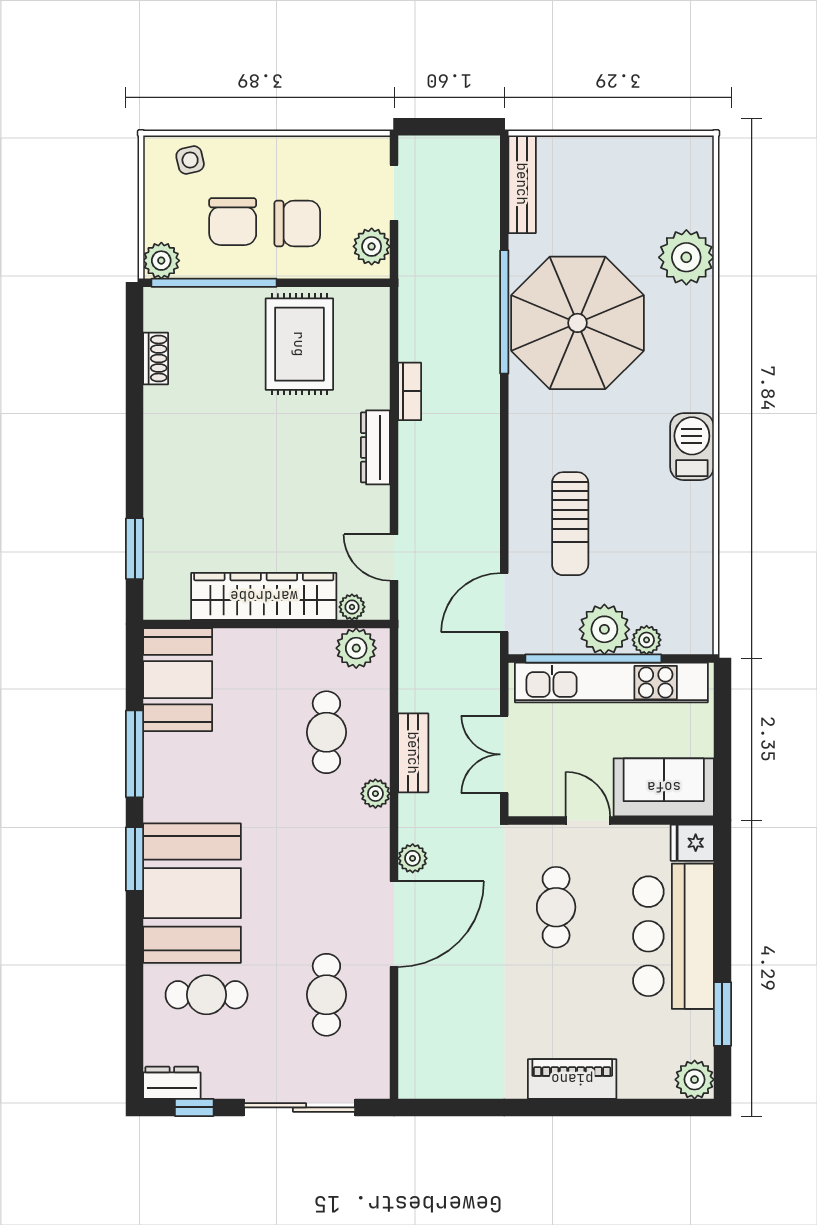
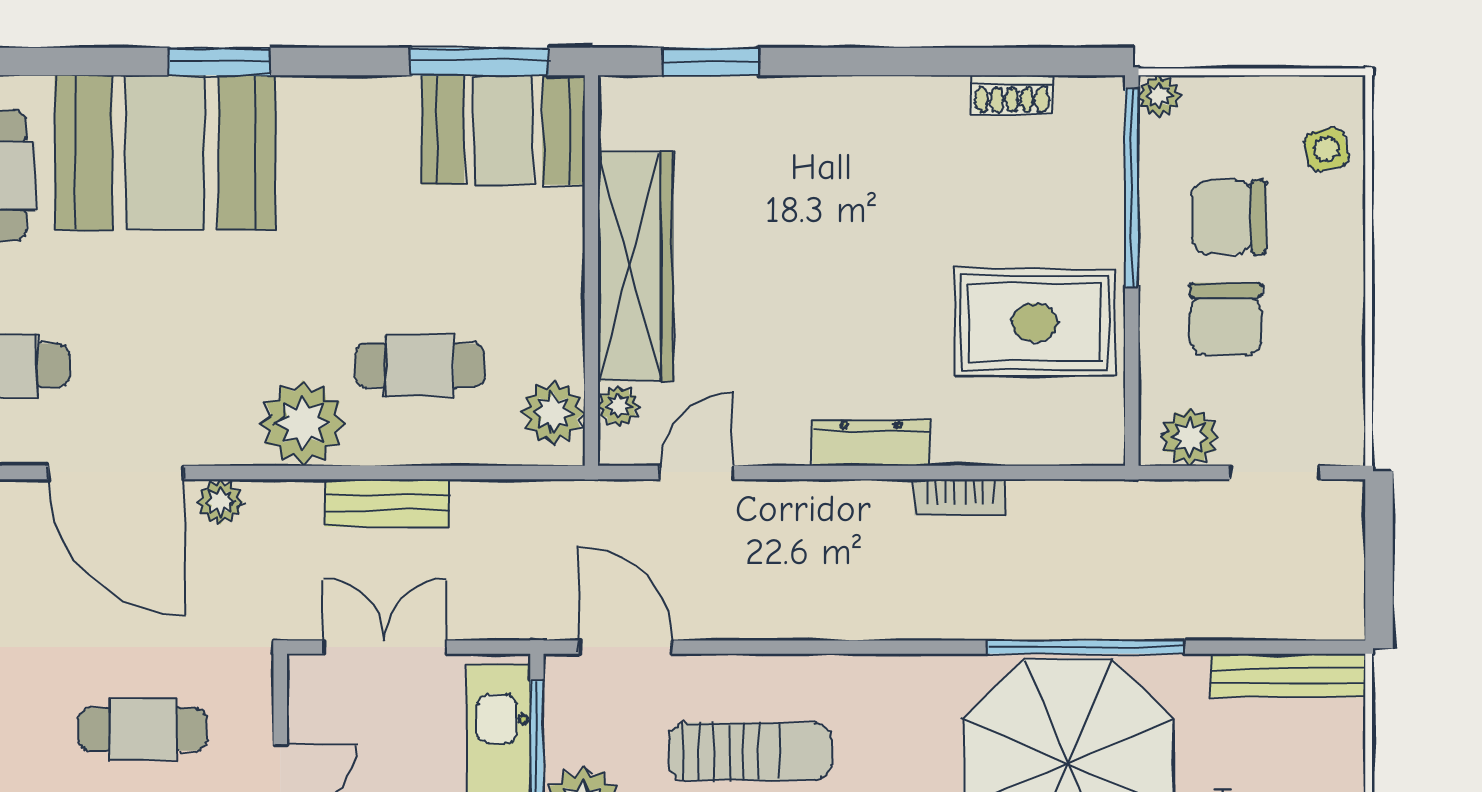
plant: (161, 261) -> (1159, 96), width x0.73, depth x0.73
sun lounger: (570, 524) -> (750, 751), turned 180
window: (135, 754) -> (479, 61), moved
plant: (375, 794) -> (303, 423), width x1.88, depth x1.88

